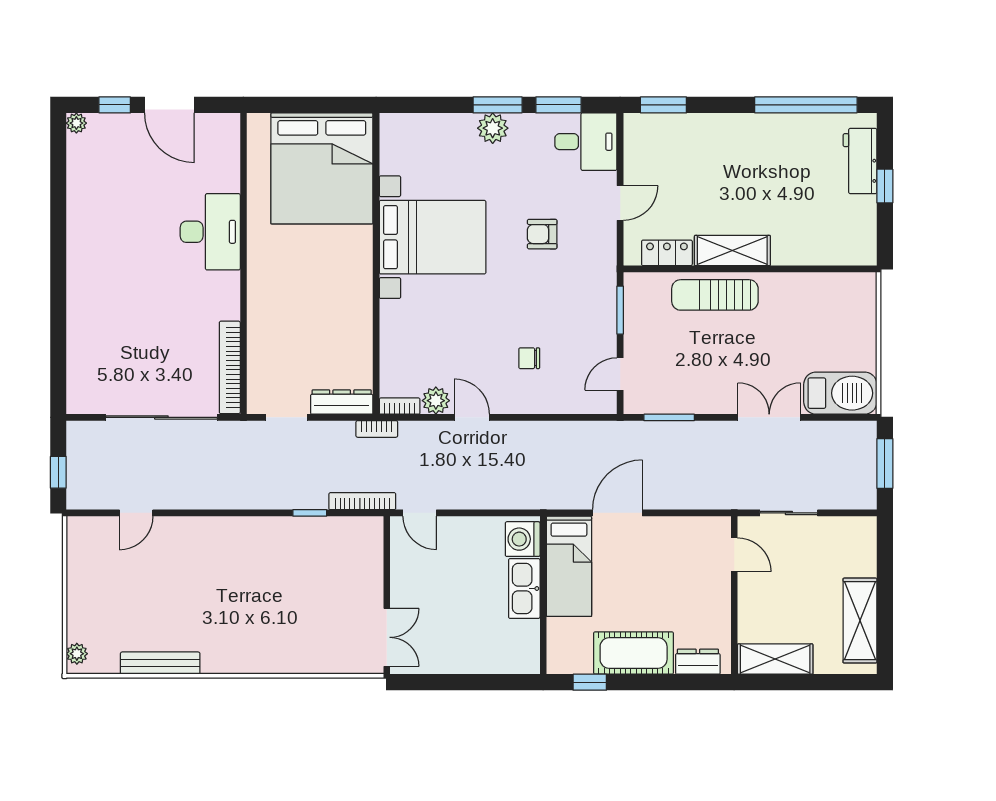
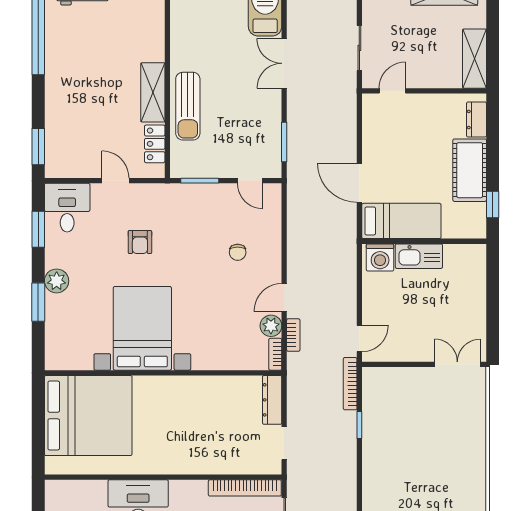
window: (498, 105) -> (38, 302), moved
bookcase: (377, 429) -> (293, 335), moved

